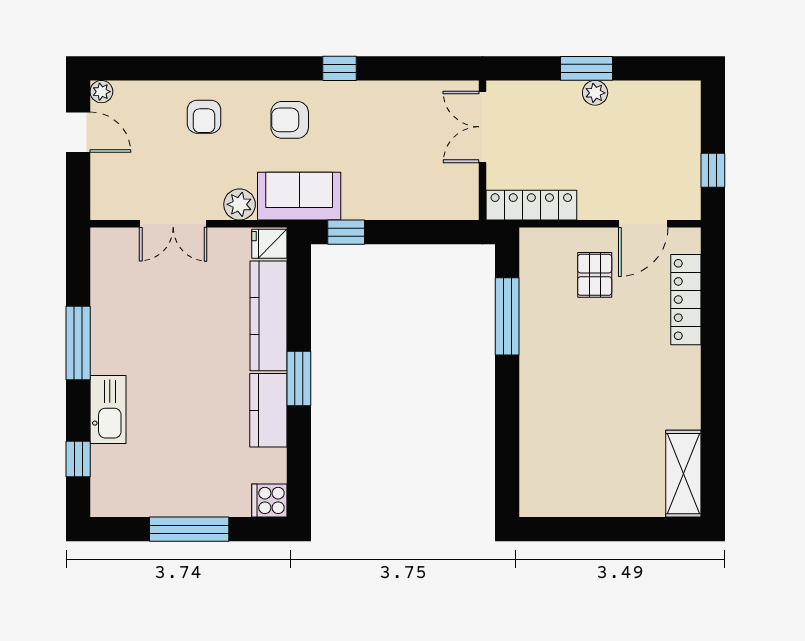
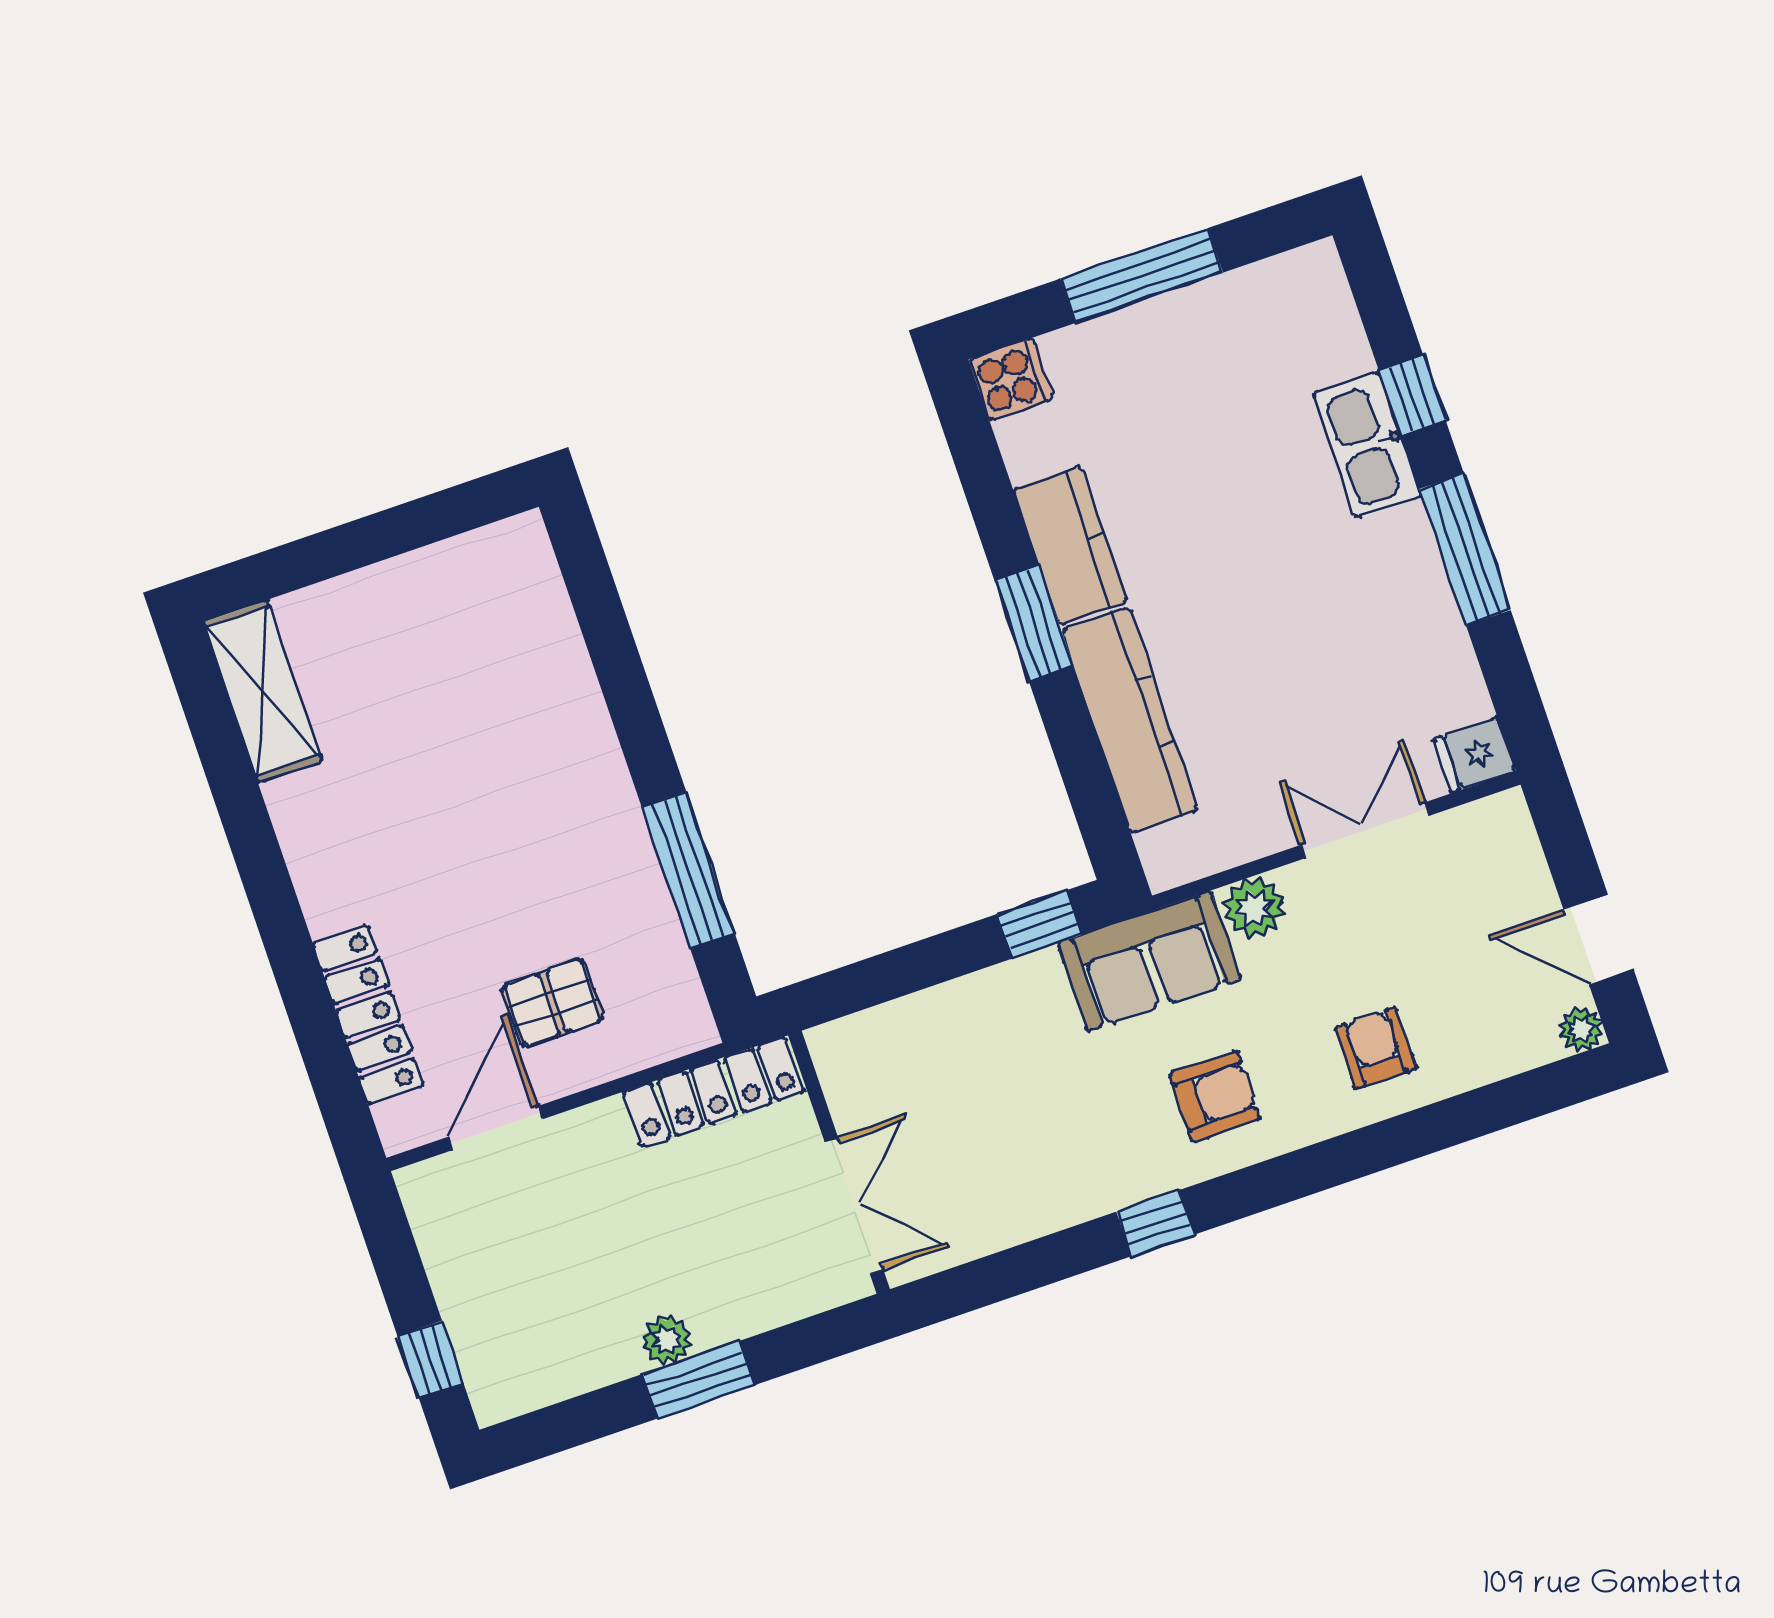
window: (713, 170) -> (430, 1359), moved
fridge: (269, 244) -> (1474, 755), moved, turned 180
pallet: (595, 275) -> (552, 1003), turned 90
window: (78, 459) -> (1412, 395), moved

